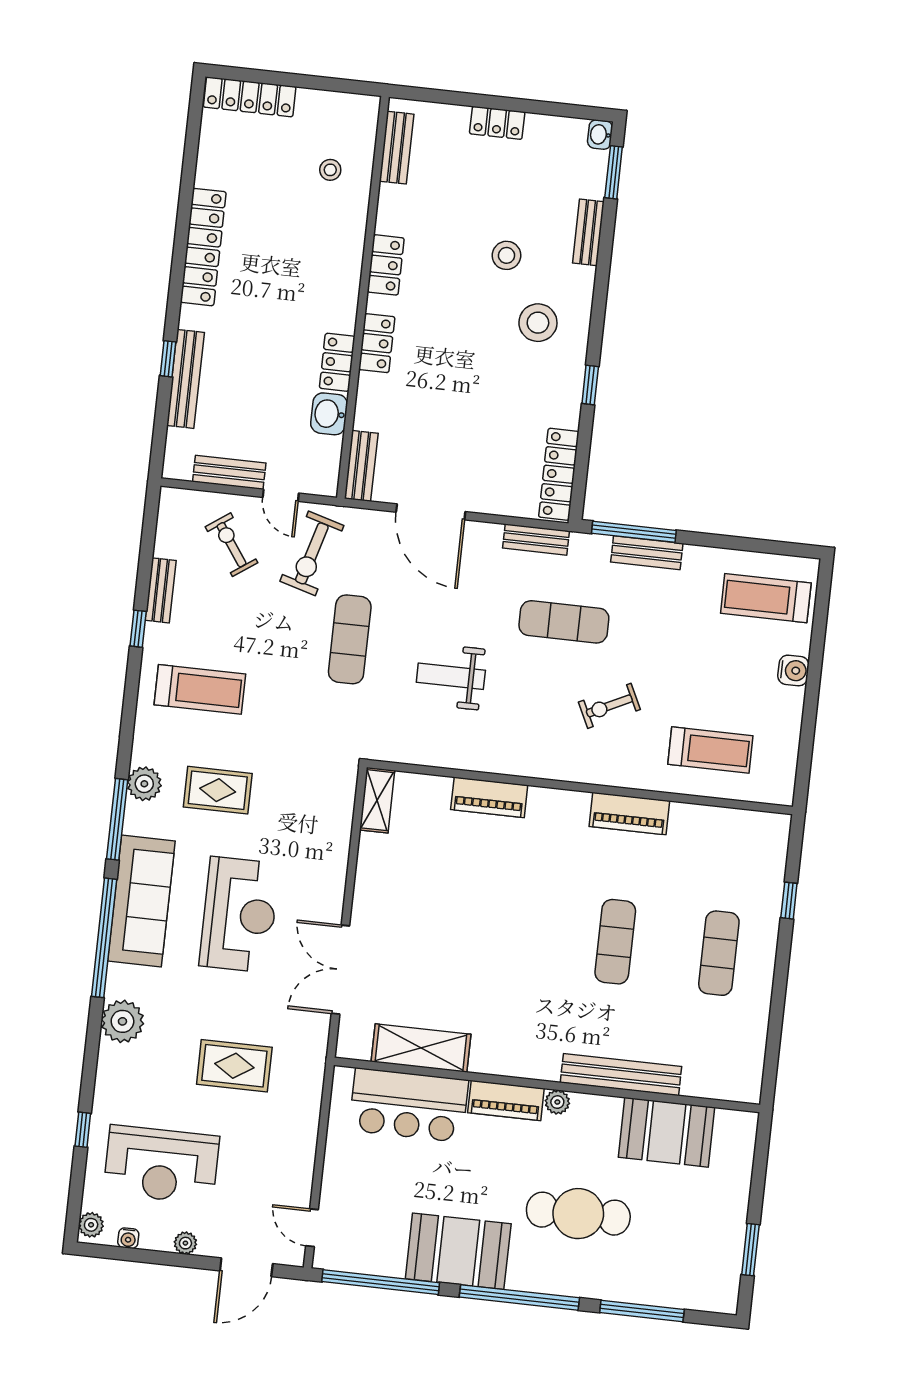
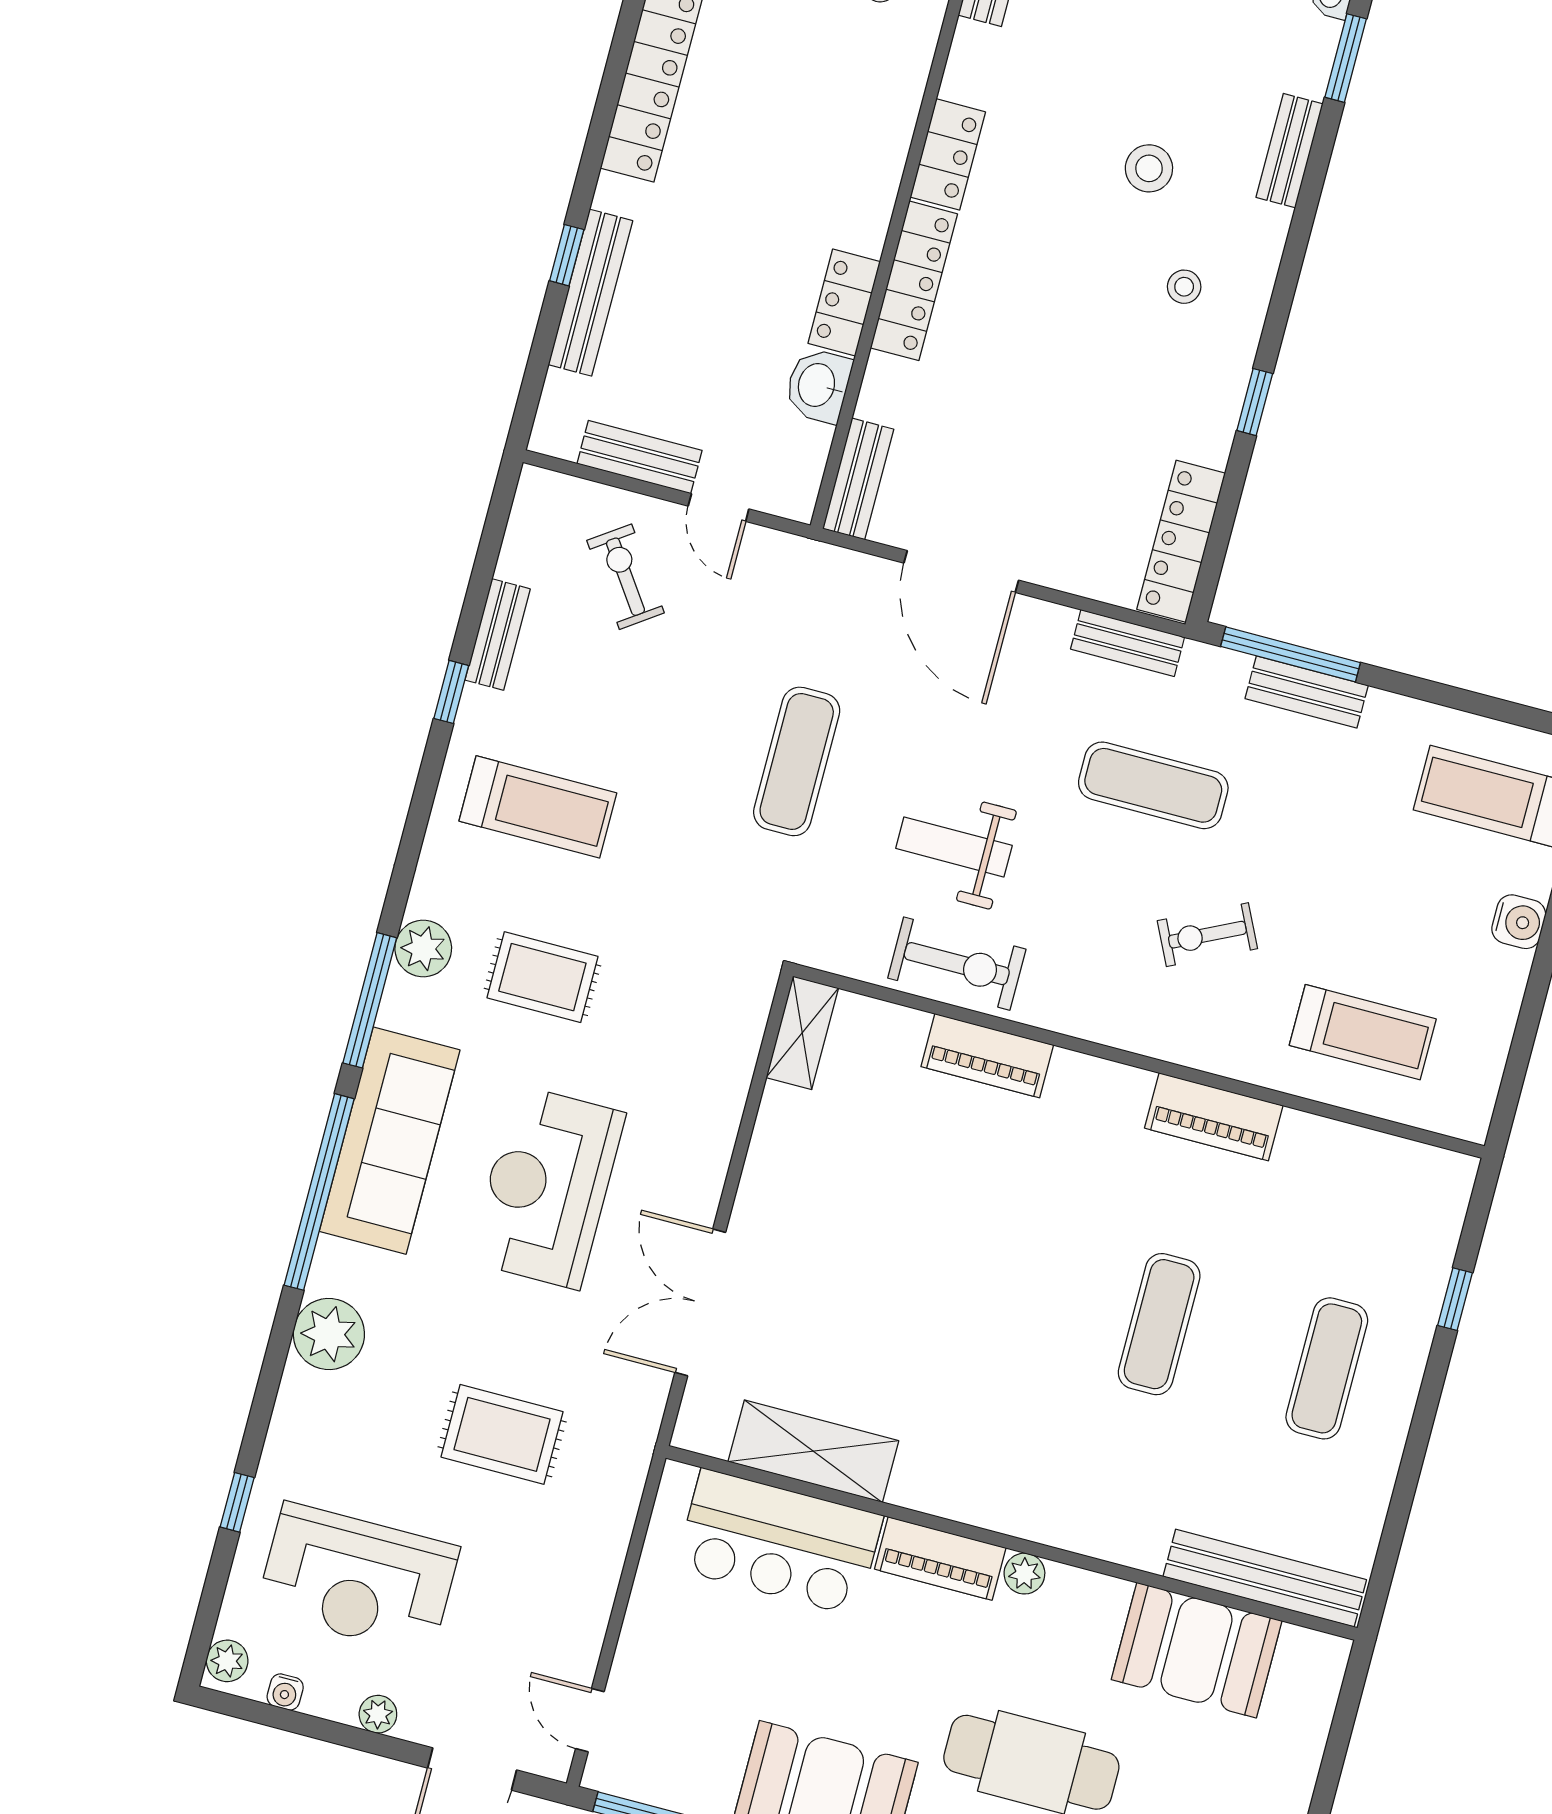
stool: (538, 323) -> (1184, 287), width x0.53, depth x0.53
locker: (377, 343) -> (914, 281), width x1.53
exercise bike: (312, 553) -> (957, 964), moved, turned -106
reception desk: (239, 915) -> (547, 1187), turned 180
bench: (621, 1075) -> (1265, 1578), moved

